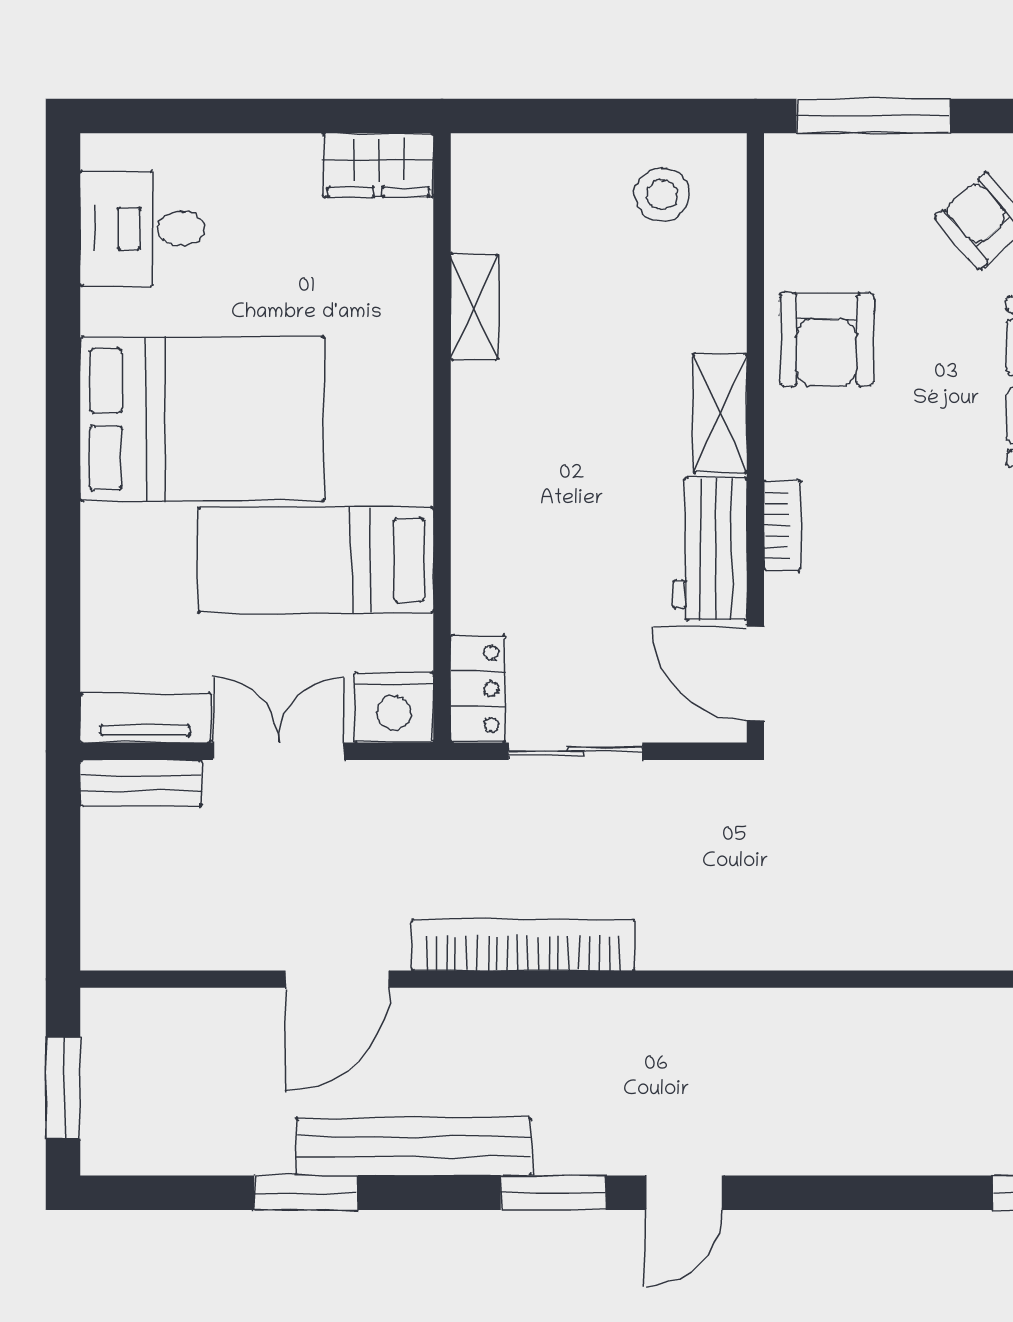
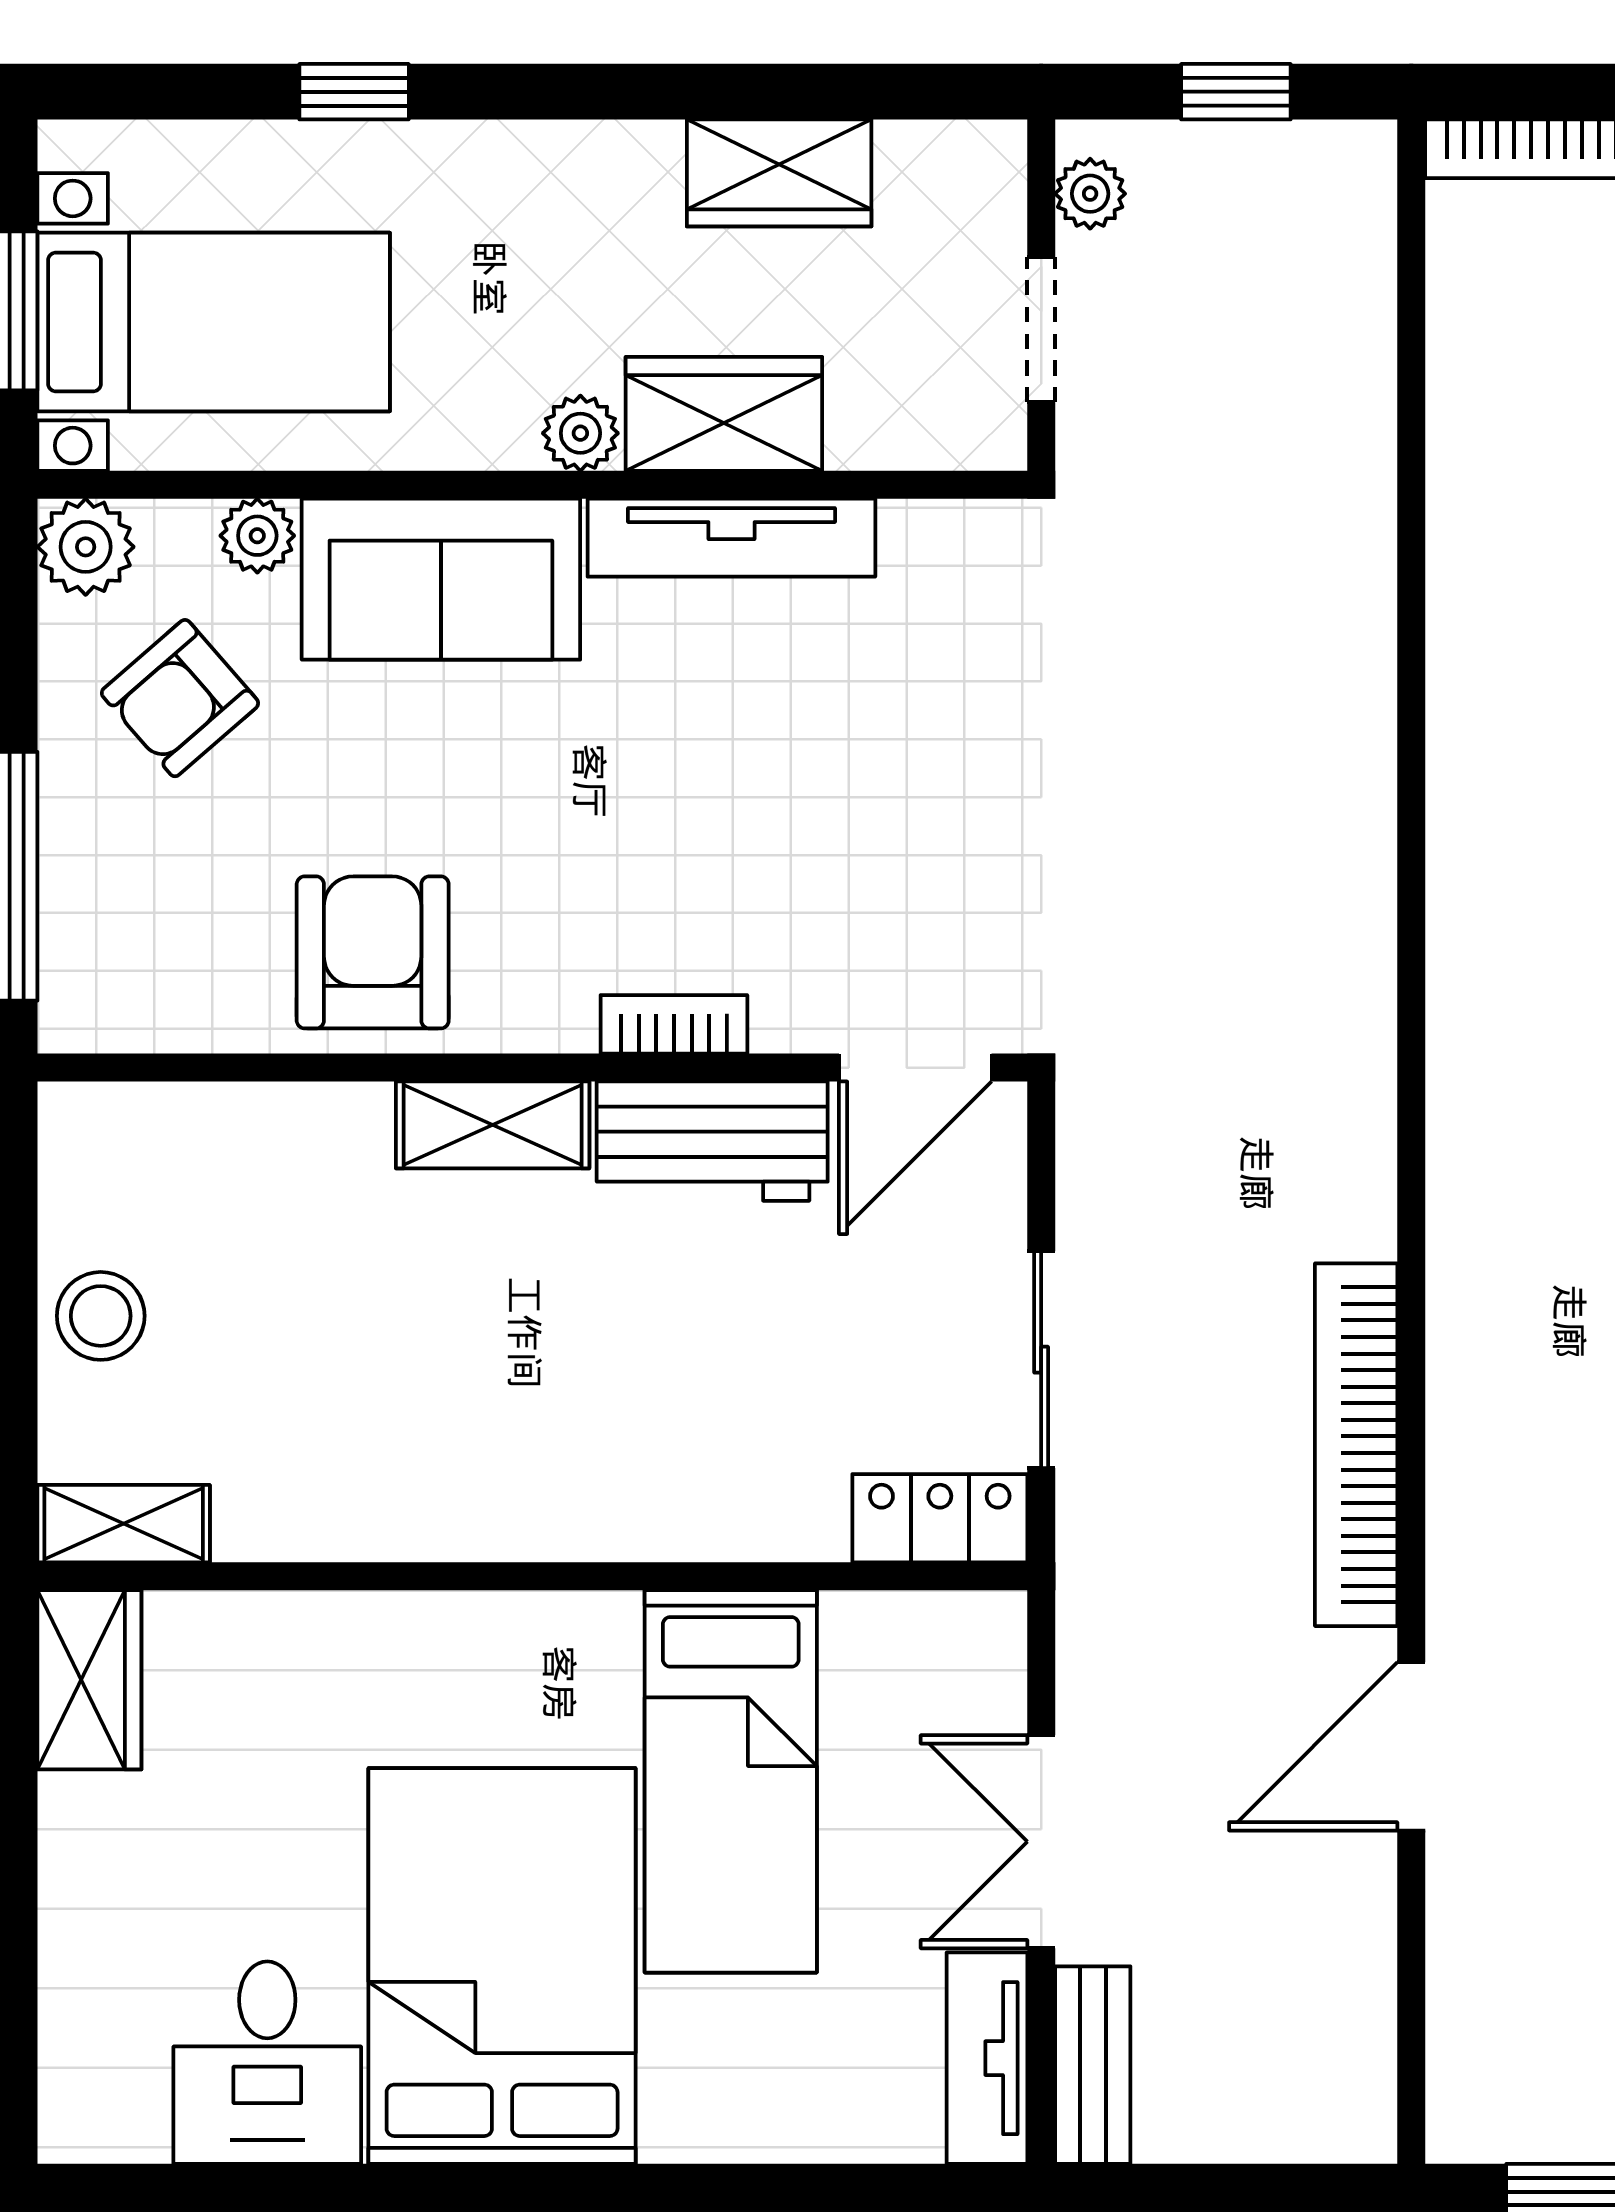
stool: (662, 195) -> (101, 1316), moved
desk: (142, 229) -> (267, 2063), moved
shelving: (474, 307) -> (124, 1524), moved
armchair: (826, 339) -> (373, 952), turned -90
nightstand: (394, 707) -> (970, 1654), removed
door: (337, 979) -> (1411, 1746), swing flipped

